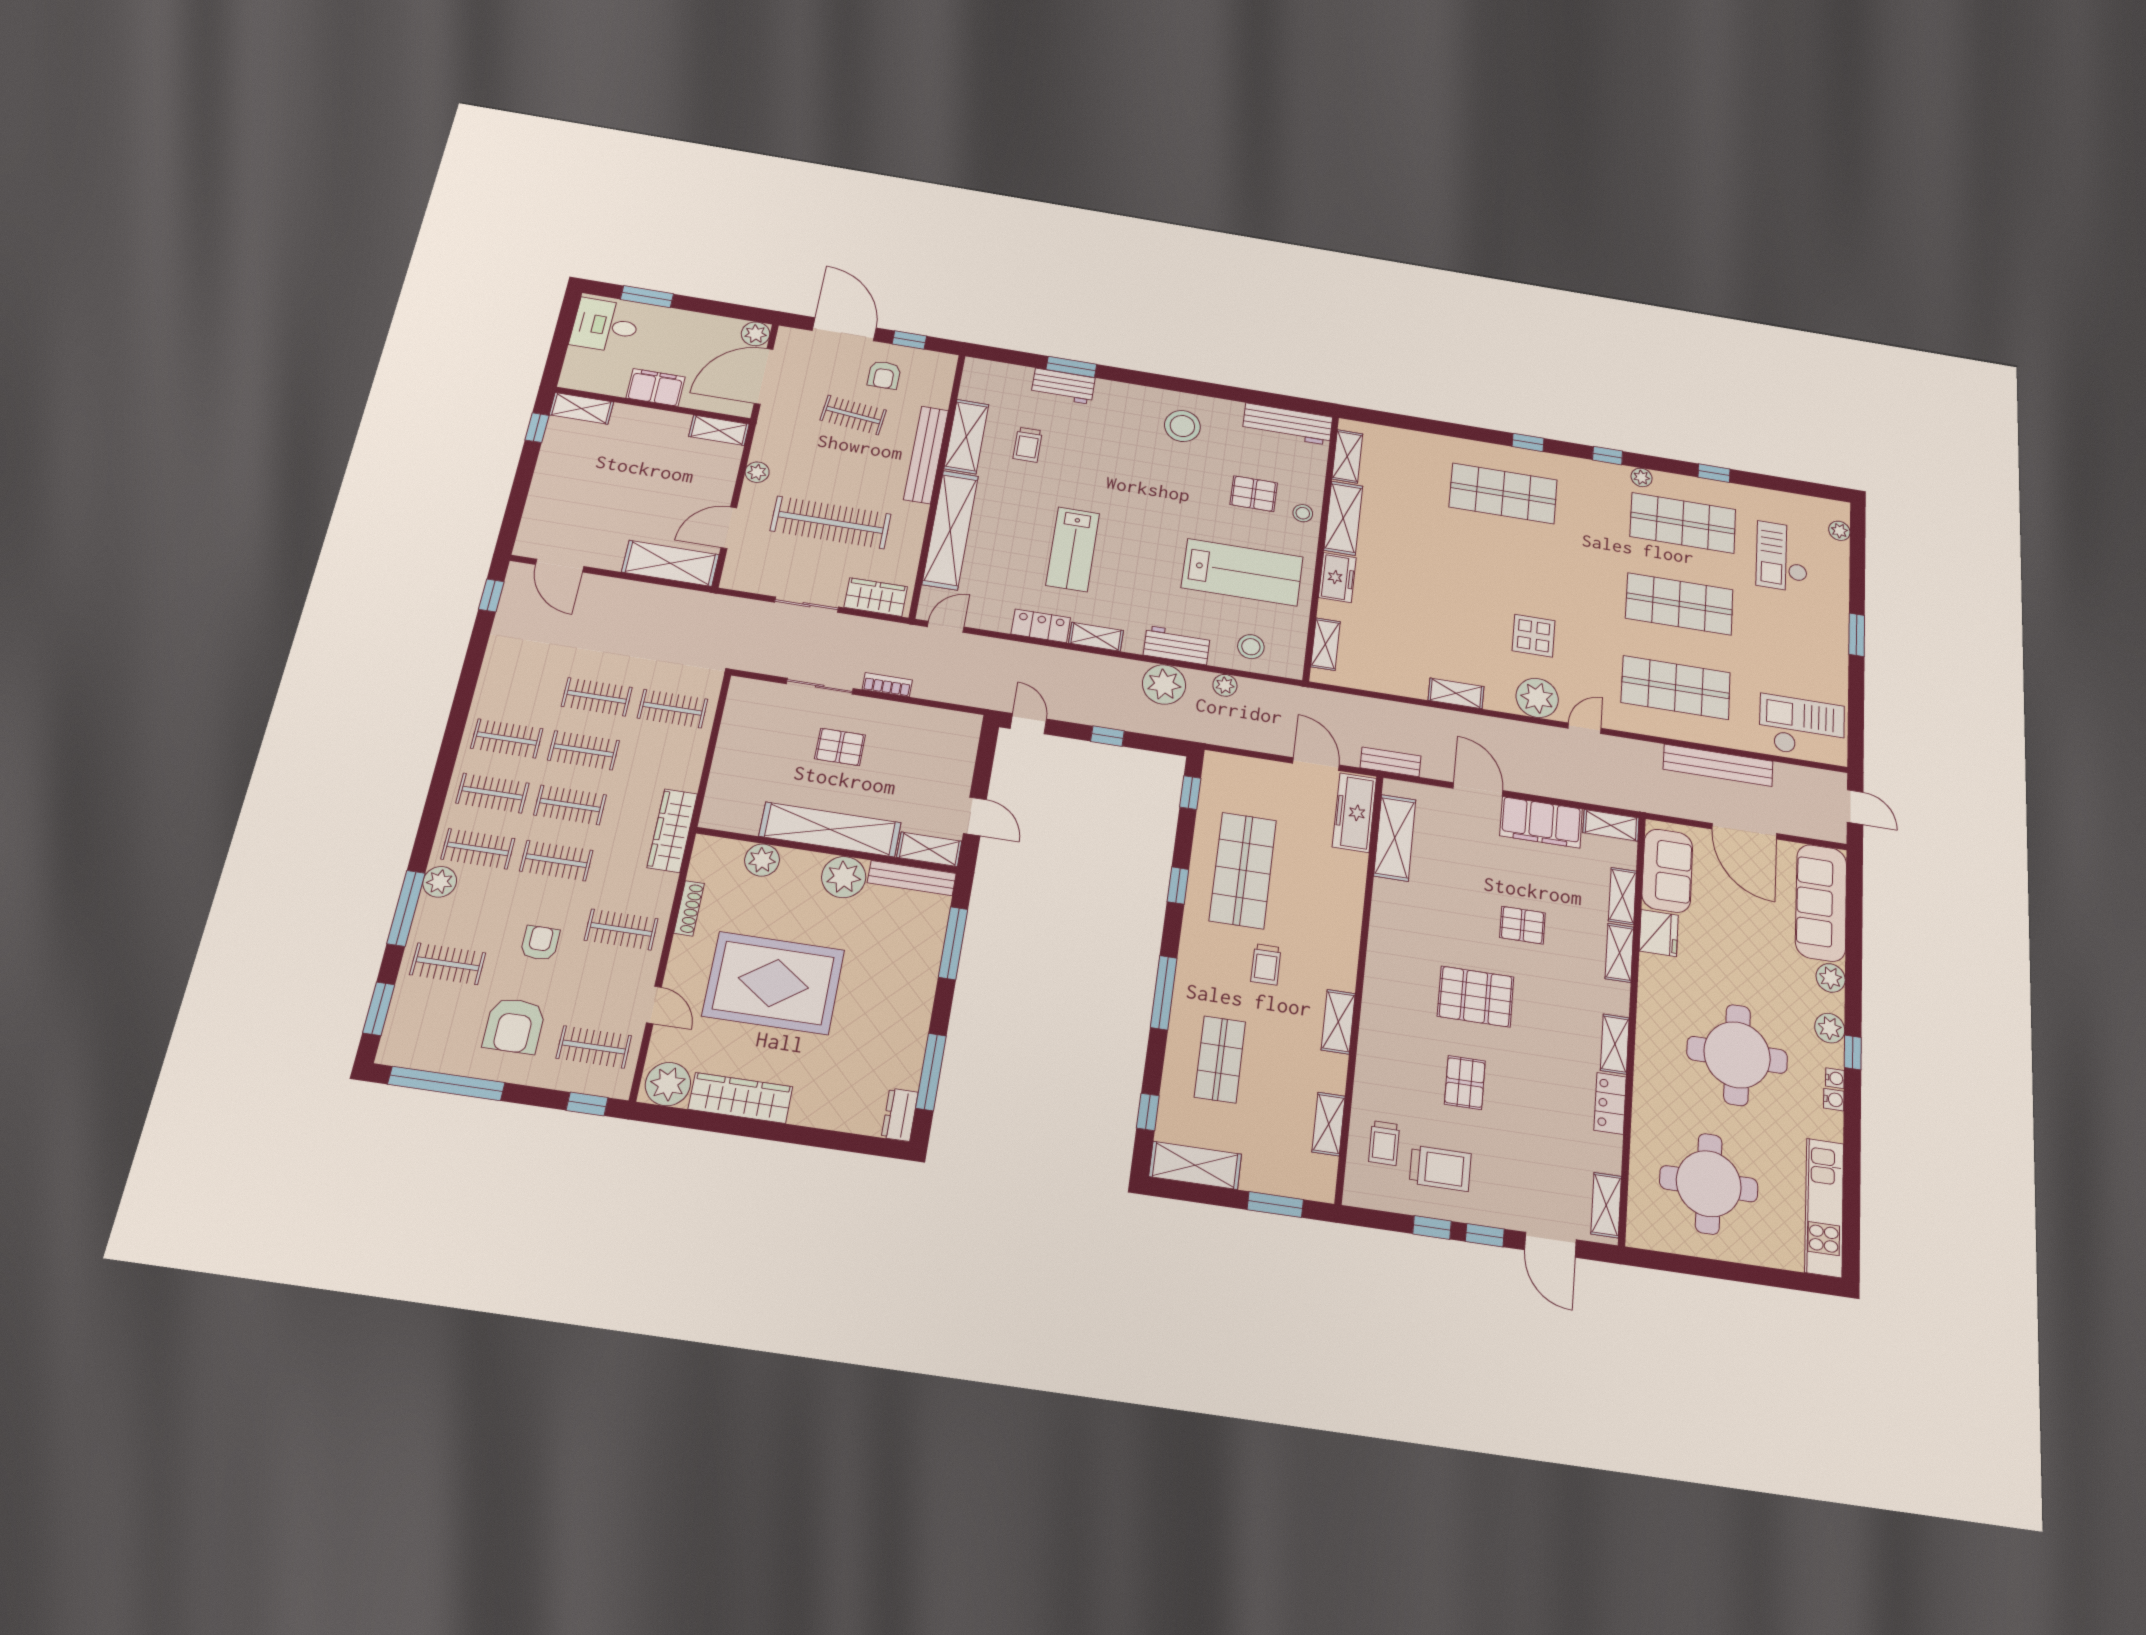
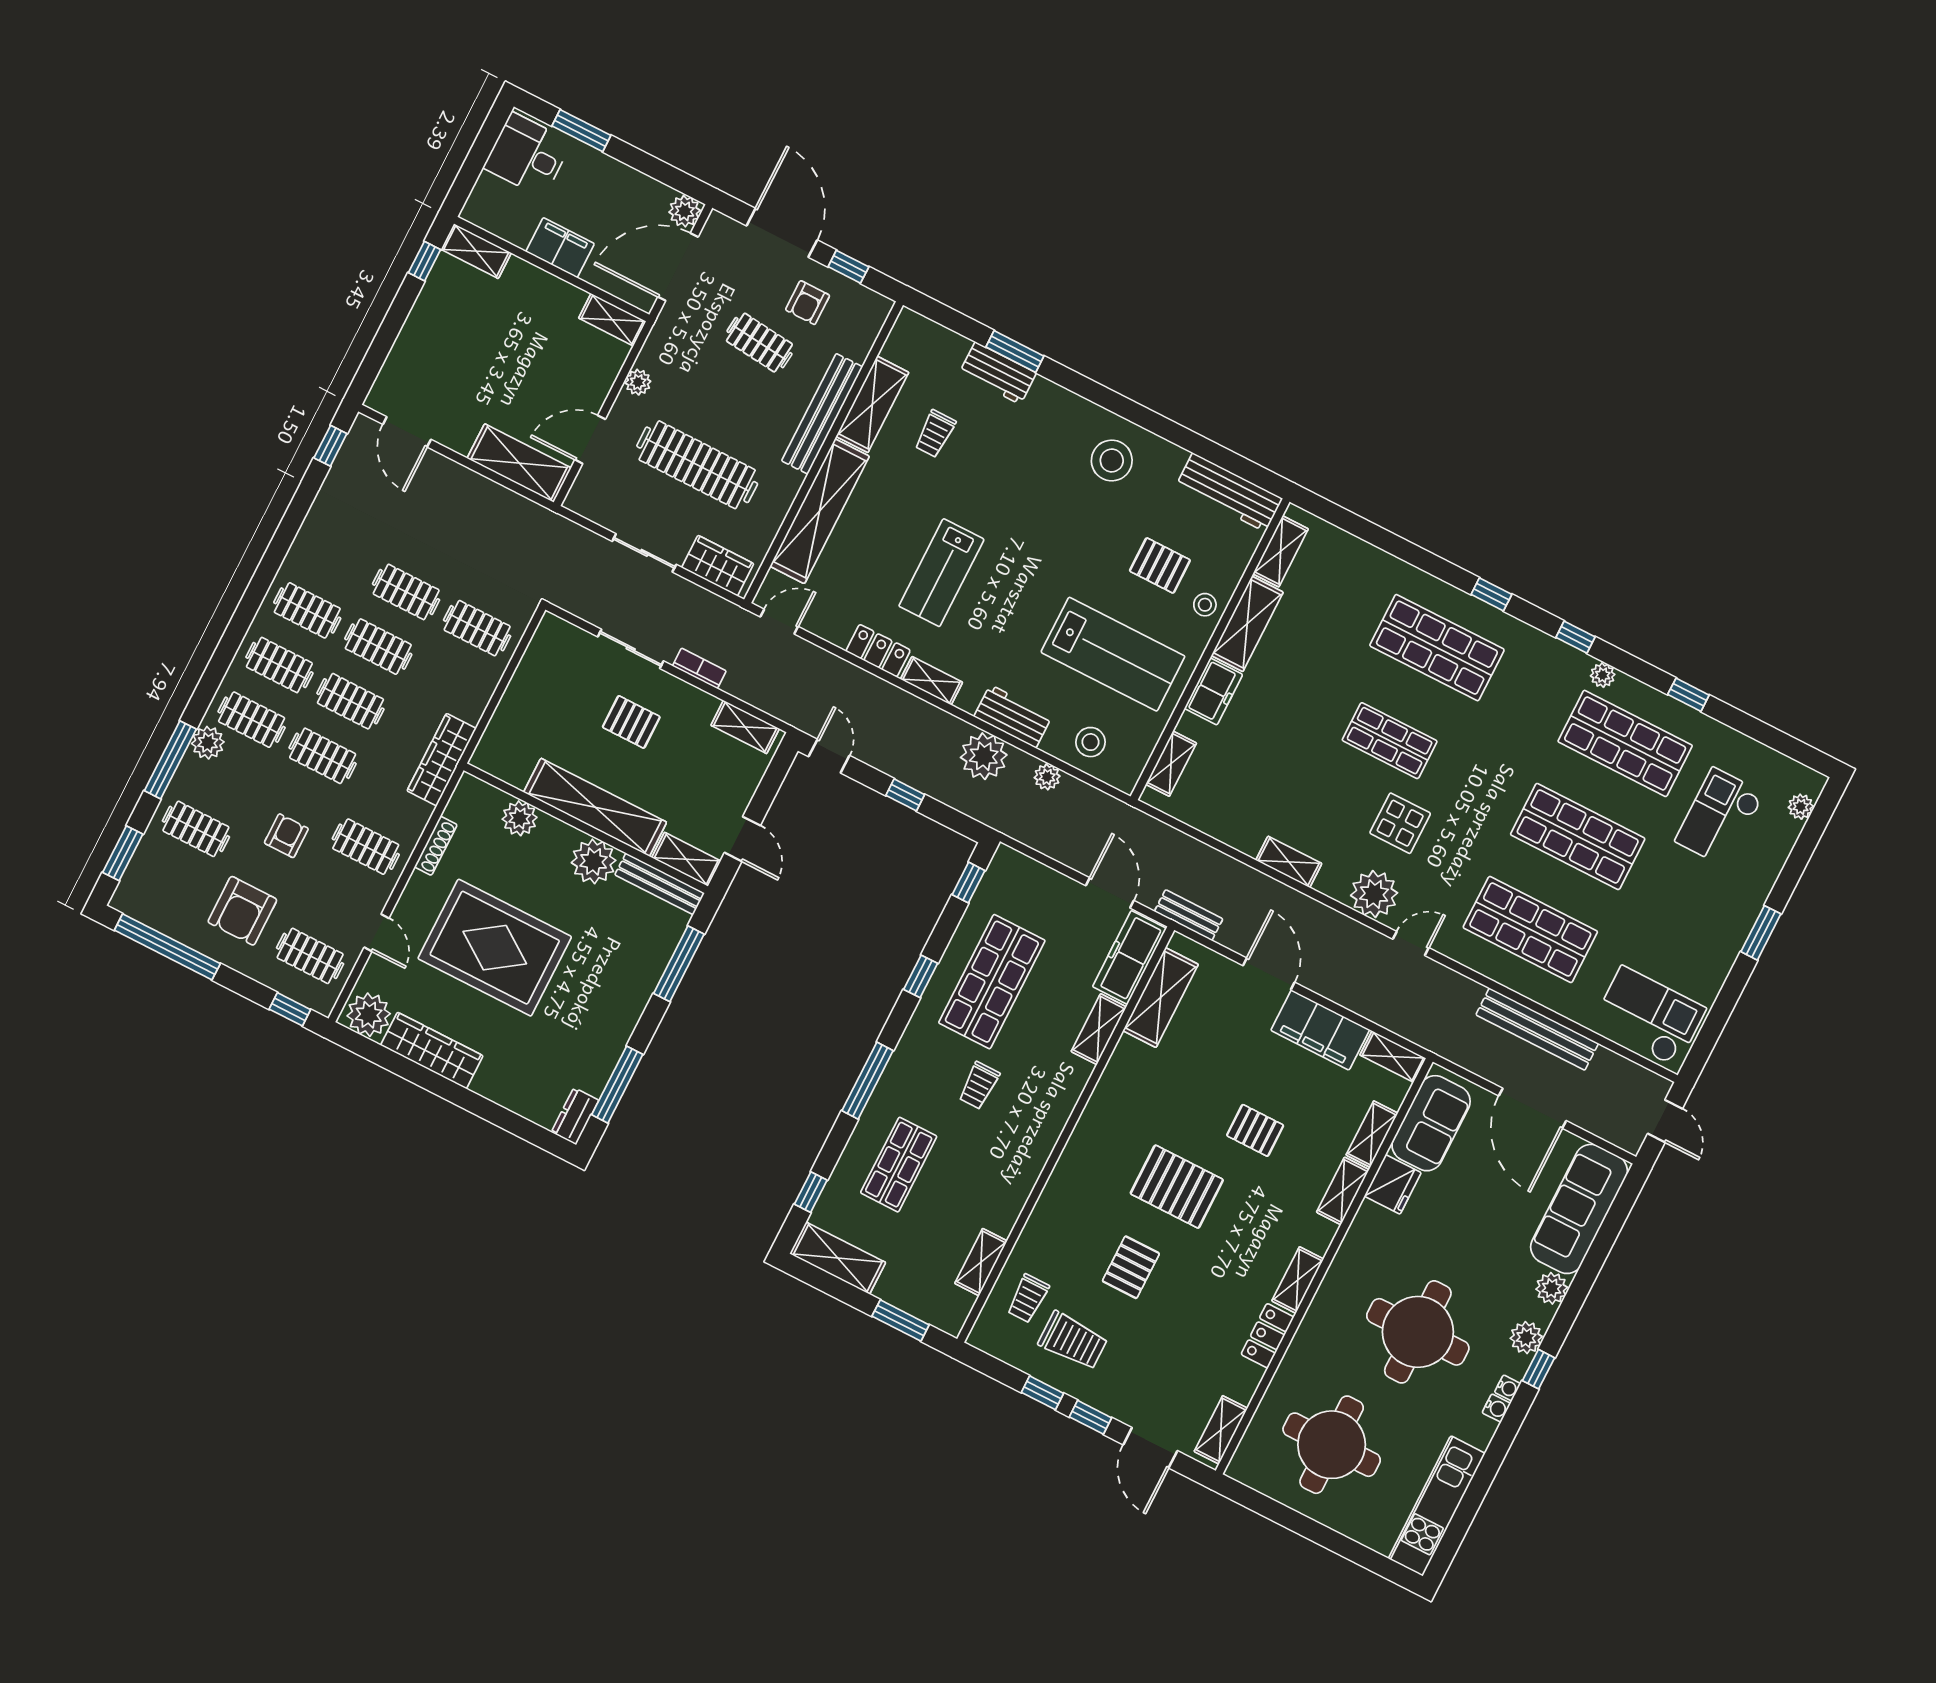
shop shelf: (1497, 574) -> (1390, 741), added
shelving: (945, 721) -> (745, 727), added
shelving: (1338, 1022) -> (1099, 1029), moved

